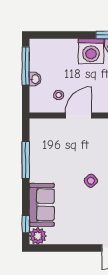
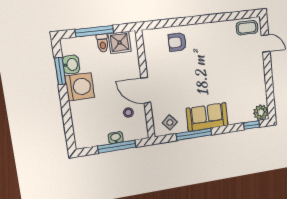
window: (26, 66) -> (117, 147), moved
side table: (91, 181) -> (170, 122), moved
sofa: (42, 205) -> (207, 117), moved

